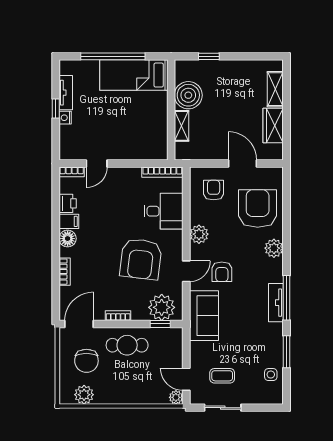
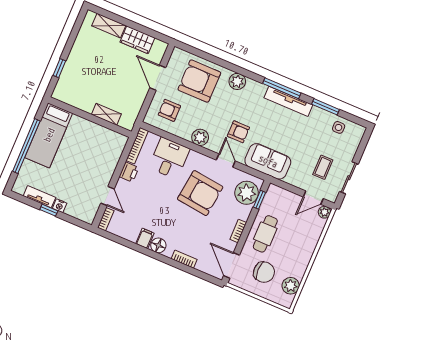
boiler: (188, 95) -> (84, 98), removed
door: (243, 163) -> (158, 78), hinge flipped
printer: (68, 203) -> (129, 172), moved, turned 90
tv unit: (276, 303) -> (288, 101), width x1.41

